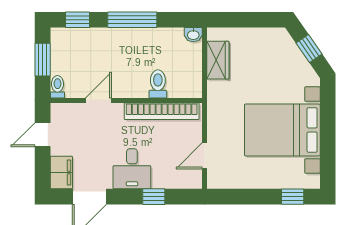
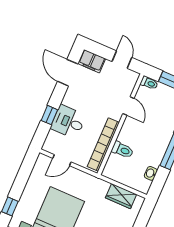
washbasin: (193, 35) -> (151, 173), moved
door: (204, 156) -> (62, 160), swing flipped
desk: (132, 169) -> (68, 122), moved

